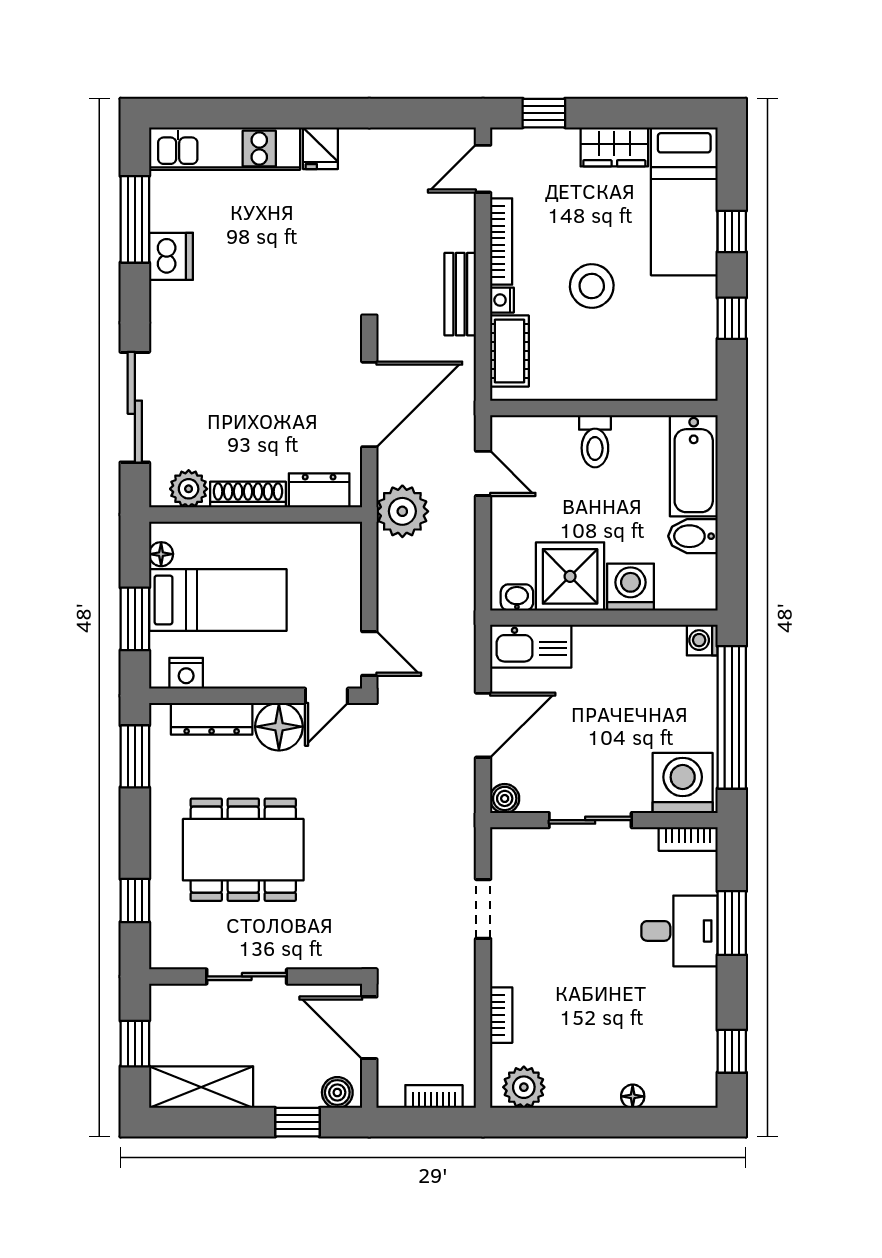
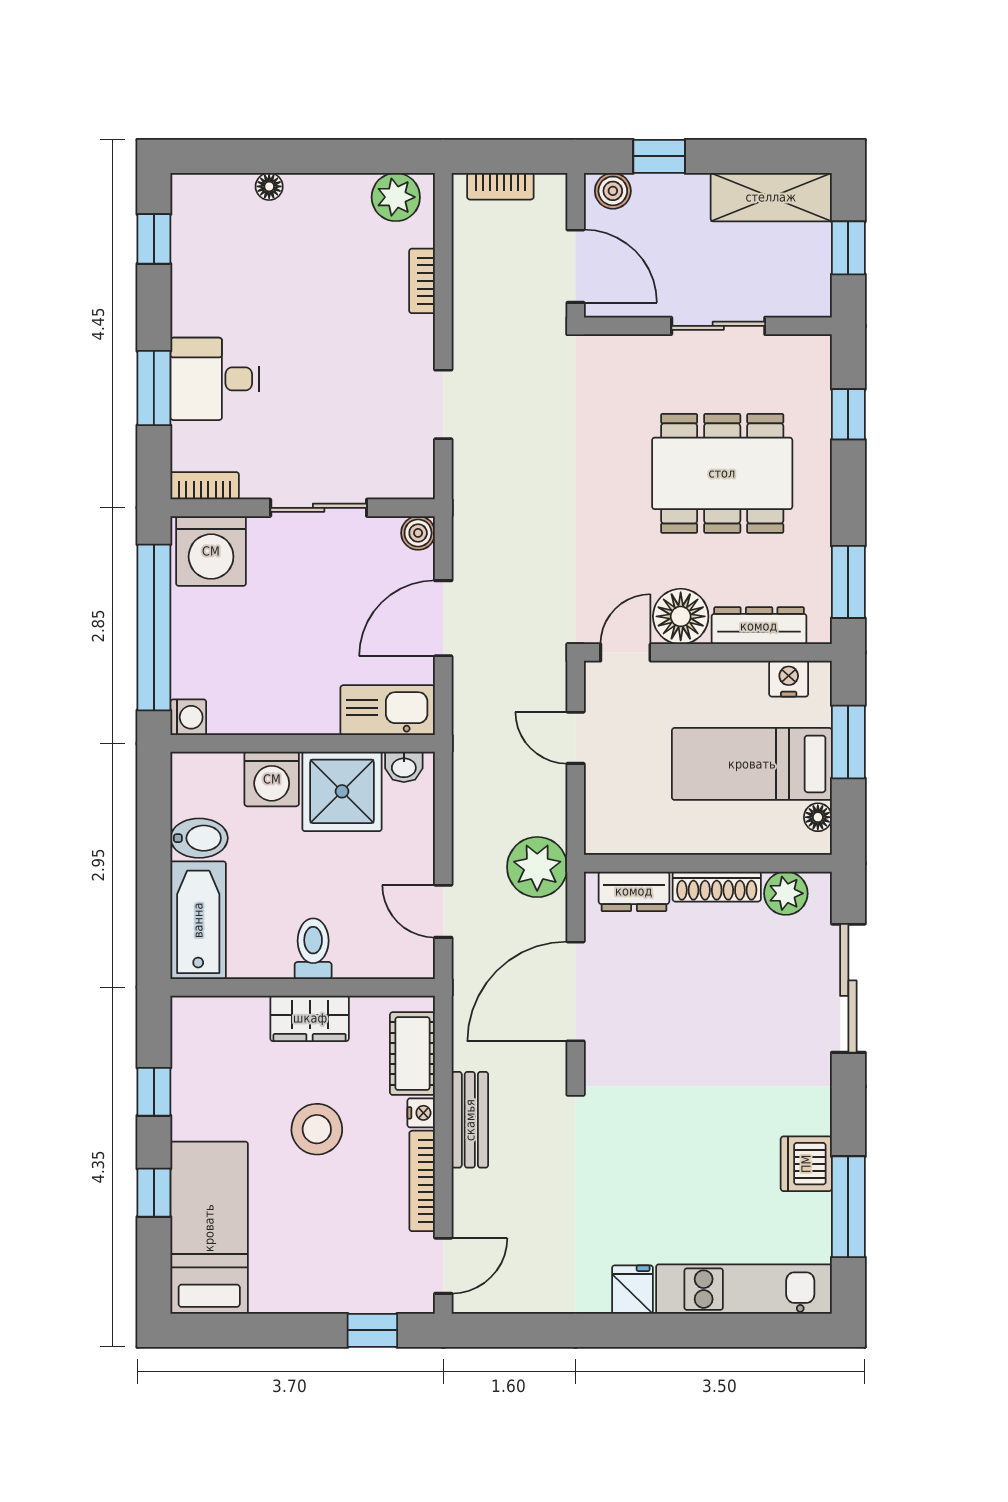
wardrobe: (614, 147) -> (310, 1018), moved, turned 180
door: (369, 653) -> (576, 738), moved

